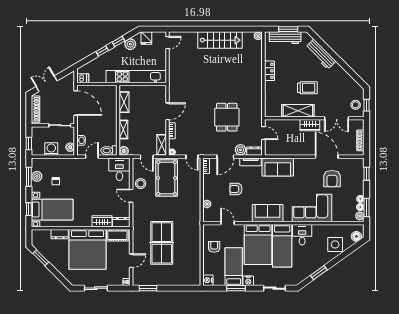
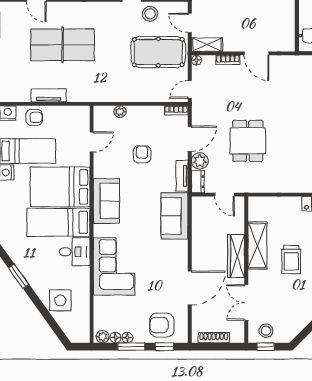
dining table: (227, 117) -> (248, 141), turned 90
wardrobe: (310, 125) -> (236, 256), width x1.50
door: (263, 133) -> (225, 195), hinge flipped
door: (147, 157) -> (190, 23), hinge flipped
door: (225, 157) -> (190, 139), swing flipped
armchair: (332, 179) -> (162, 325), moved
window: (367, 207) -> (131, 347), moved
floor lamp: (356, 236) -> (72, 332), removed
armchair: (214, 247) -> (34, 117), moved
tv unit: (196, 252) -> (49, 95), added

